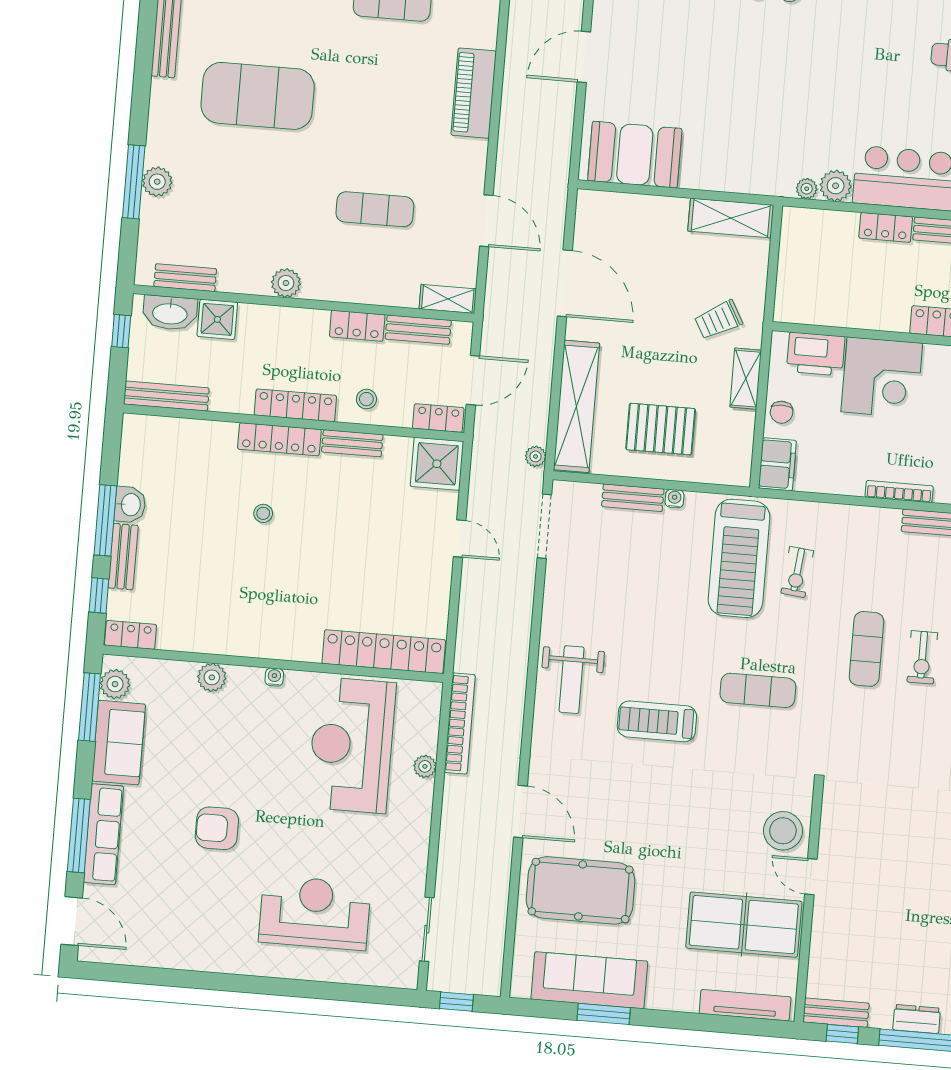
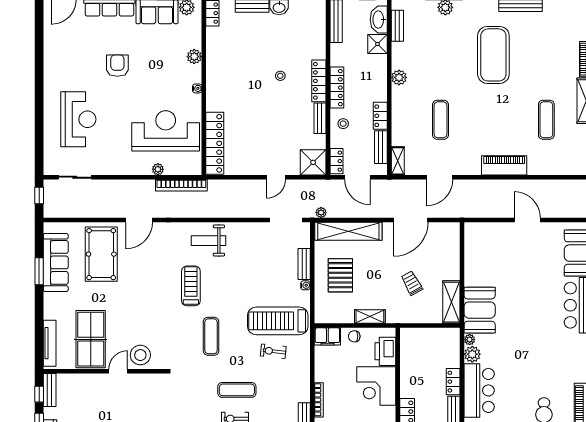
booth: (635, 155) -> (480, 310), moved
trolley: (718, 320) -> (412, 283), moved

